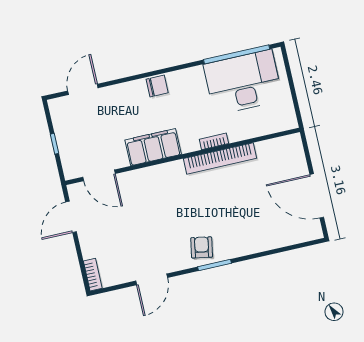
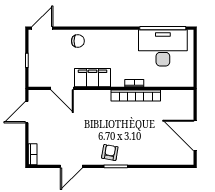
chair: (157, 86) -> (78, 41), moved
door: (83, 89) -> (42, 28), moved
door: (99, 175) -> (62, 88), moved

